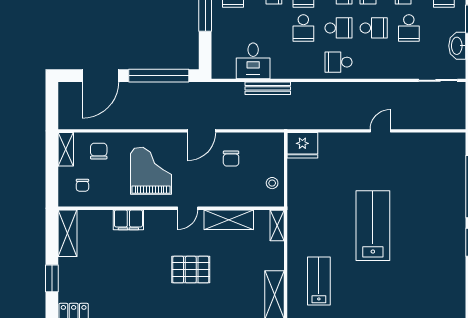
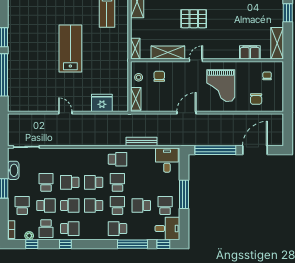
desk: (253, 61) -> (167, 160), moved
school desk: (338, 62) -> (117, 159), moved
door: (380, 131) -> (65, 113), swing flipped
fridge: (302, 145) -> (102, 103), moved
shelving: (66, 149) -> (136, 99), moved
chair: (231, 159) -> (159, 76), moved
filing cabinet: (128, 220) -> (250, 52), moved
lab bench: (373, 226) -> (70, 48), turned 180

